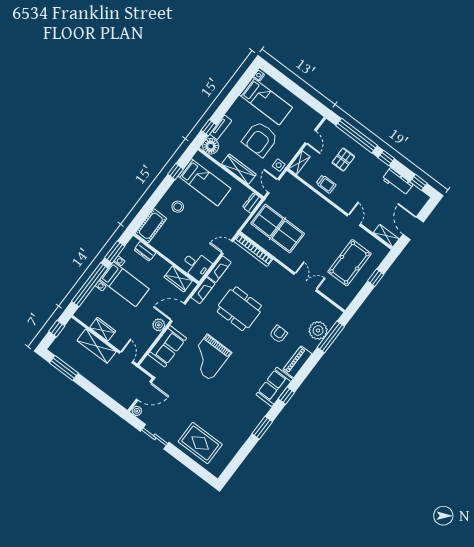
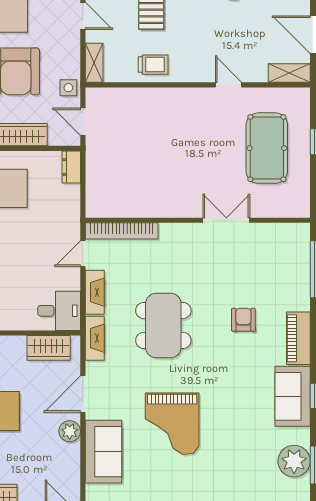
table tennis table: (278, 229) -> (133, 176), removed
dining table: (239, 309) -> (163, 325), turned 90
plant: (318, 330) -> (294, 461), moved

